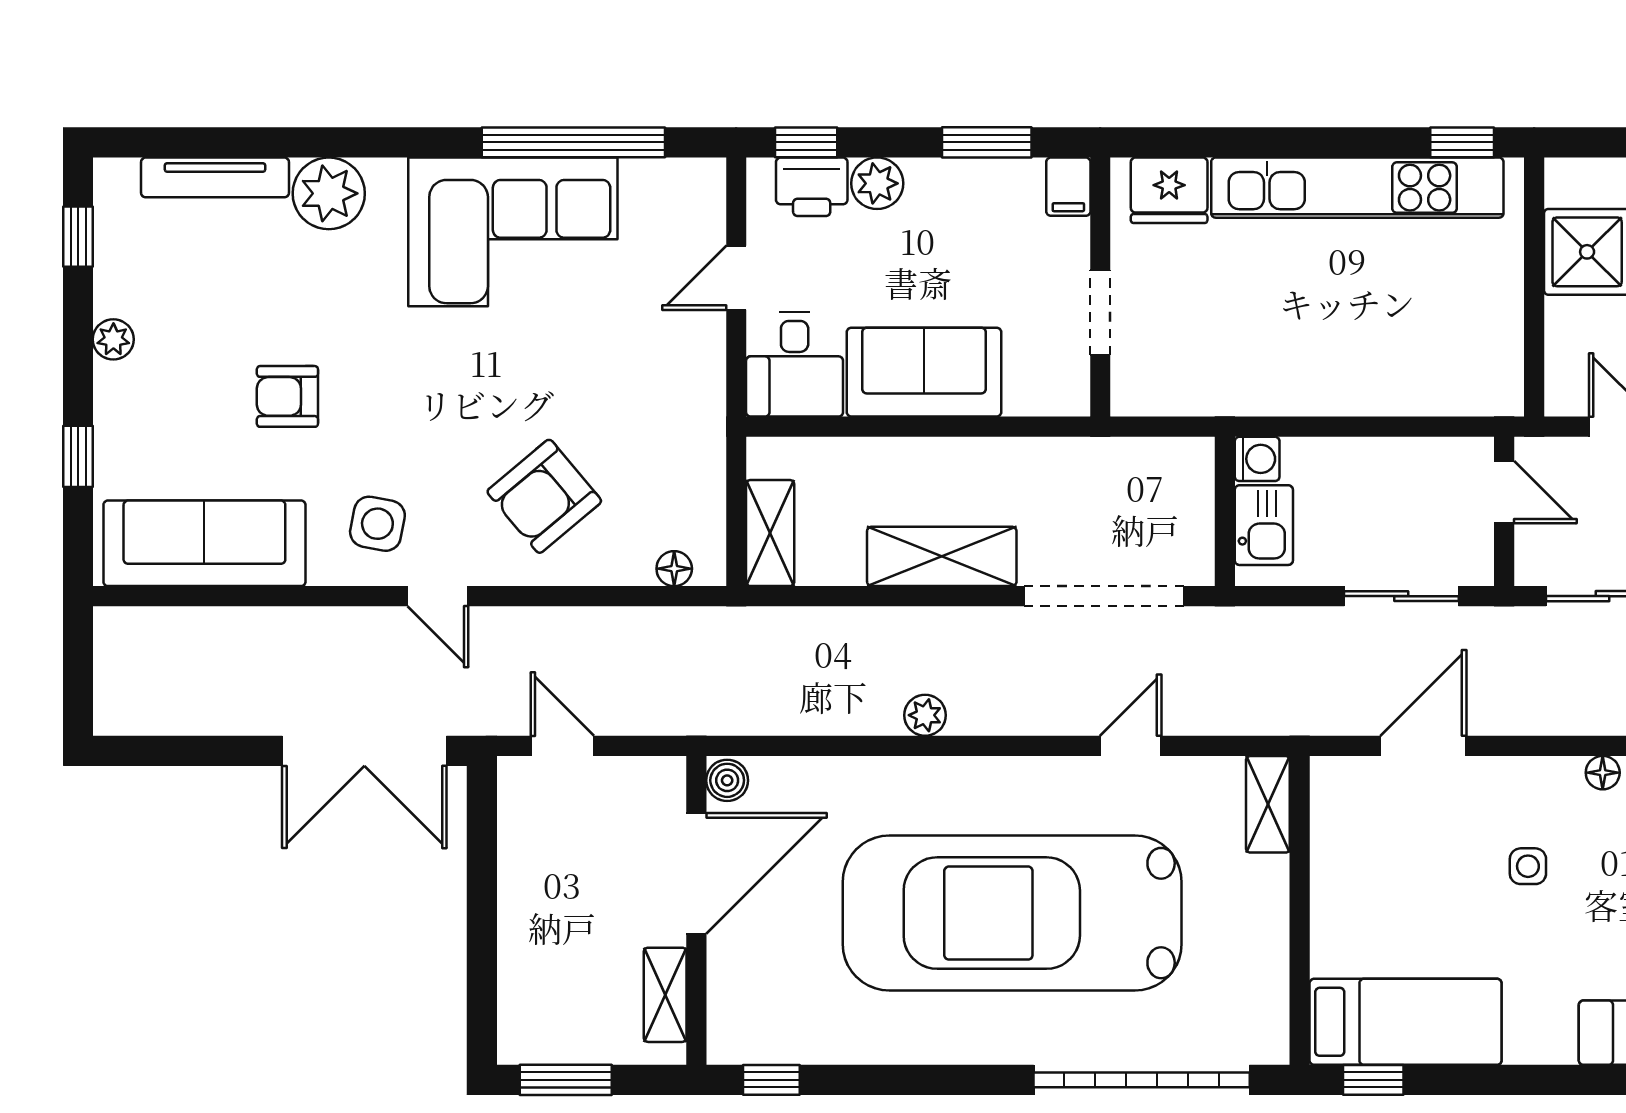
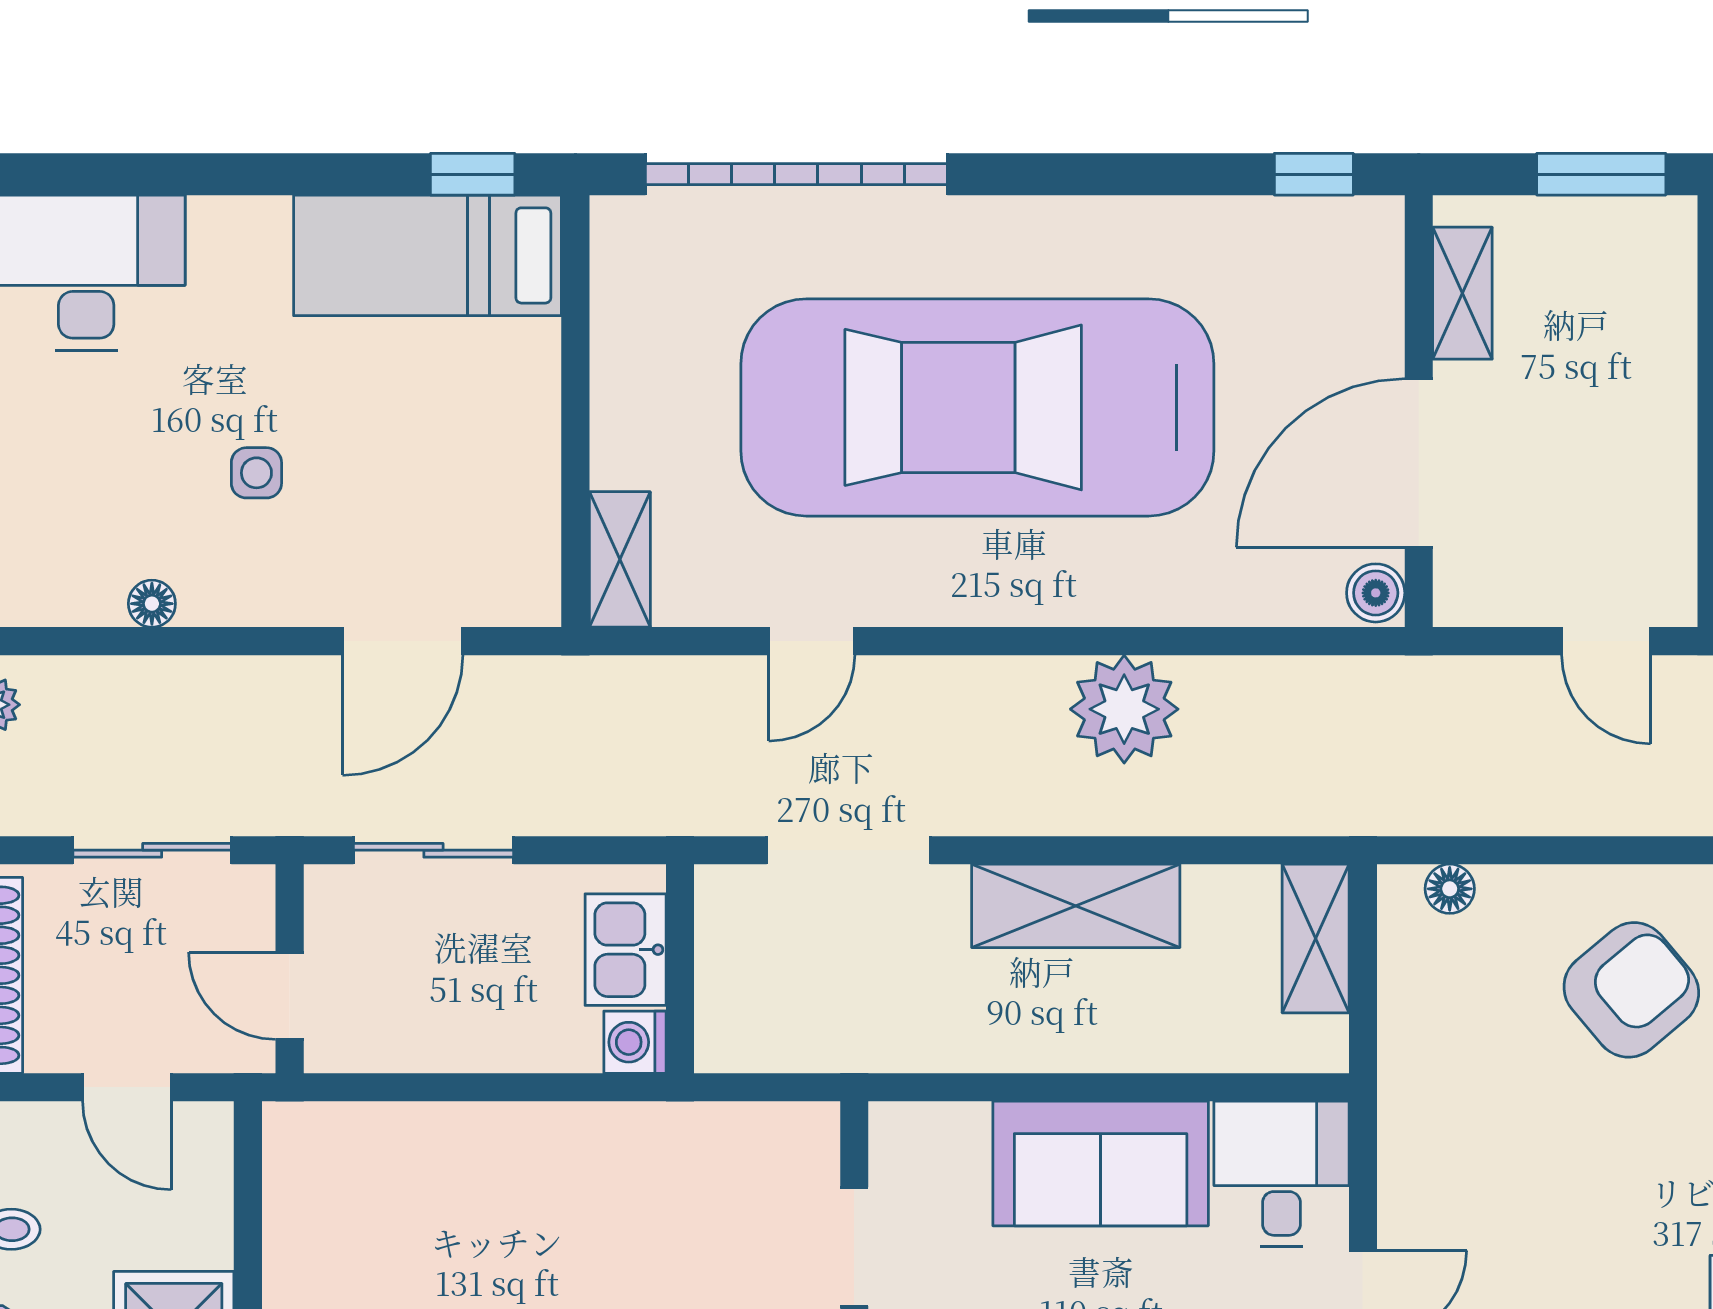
doorway: (1104, 596) -> (849, 850), width x0.73
plant: (925, 715) -> (1124, 709), width x1.88, depth x1.88
car: (1012, 913) -> (977, 407), turned 180

